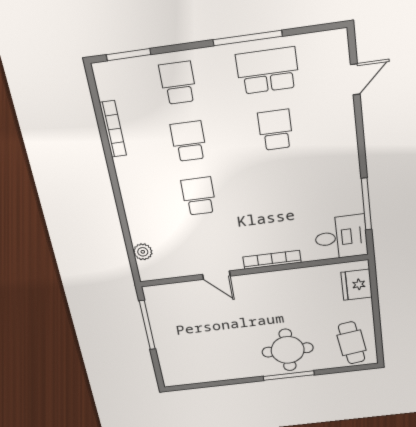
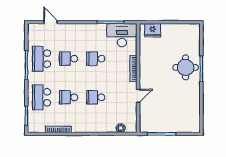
school desk: (178, 83) -> (42, 97), width x1.85
school desk: (283, 185) -> (96, 59), added
desk: (341, 237) -> (122, 35), width x1.37
cafe table: (352, 343) -> (186, 36), removed

